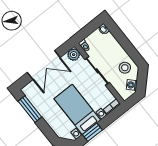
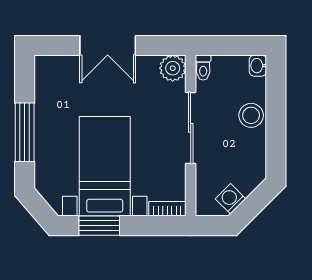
double door: (44, 65) -> (108, 45), width x0.73
stool: (125, 68) -> (251, 115), moved
window: (30, 109) -> (25, 132), moved

